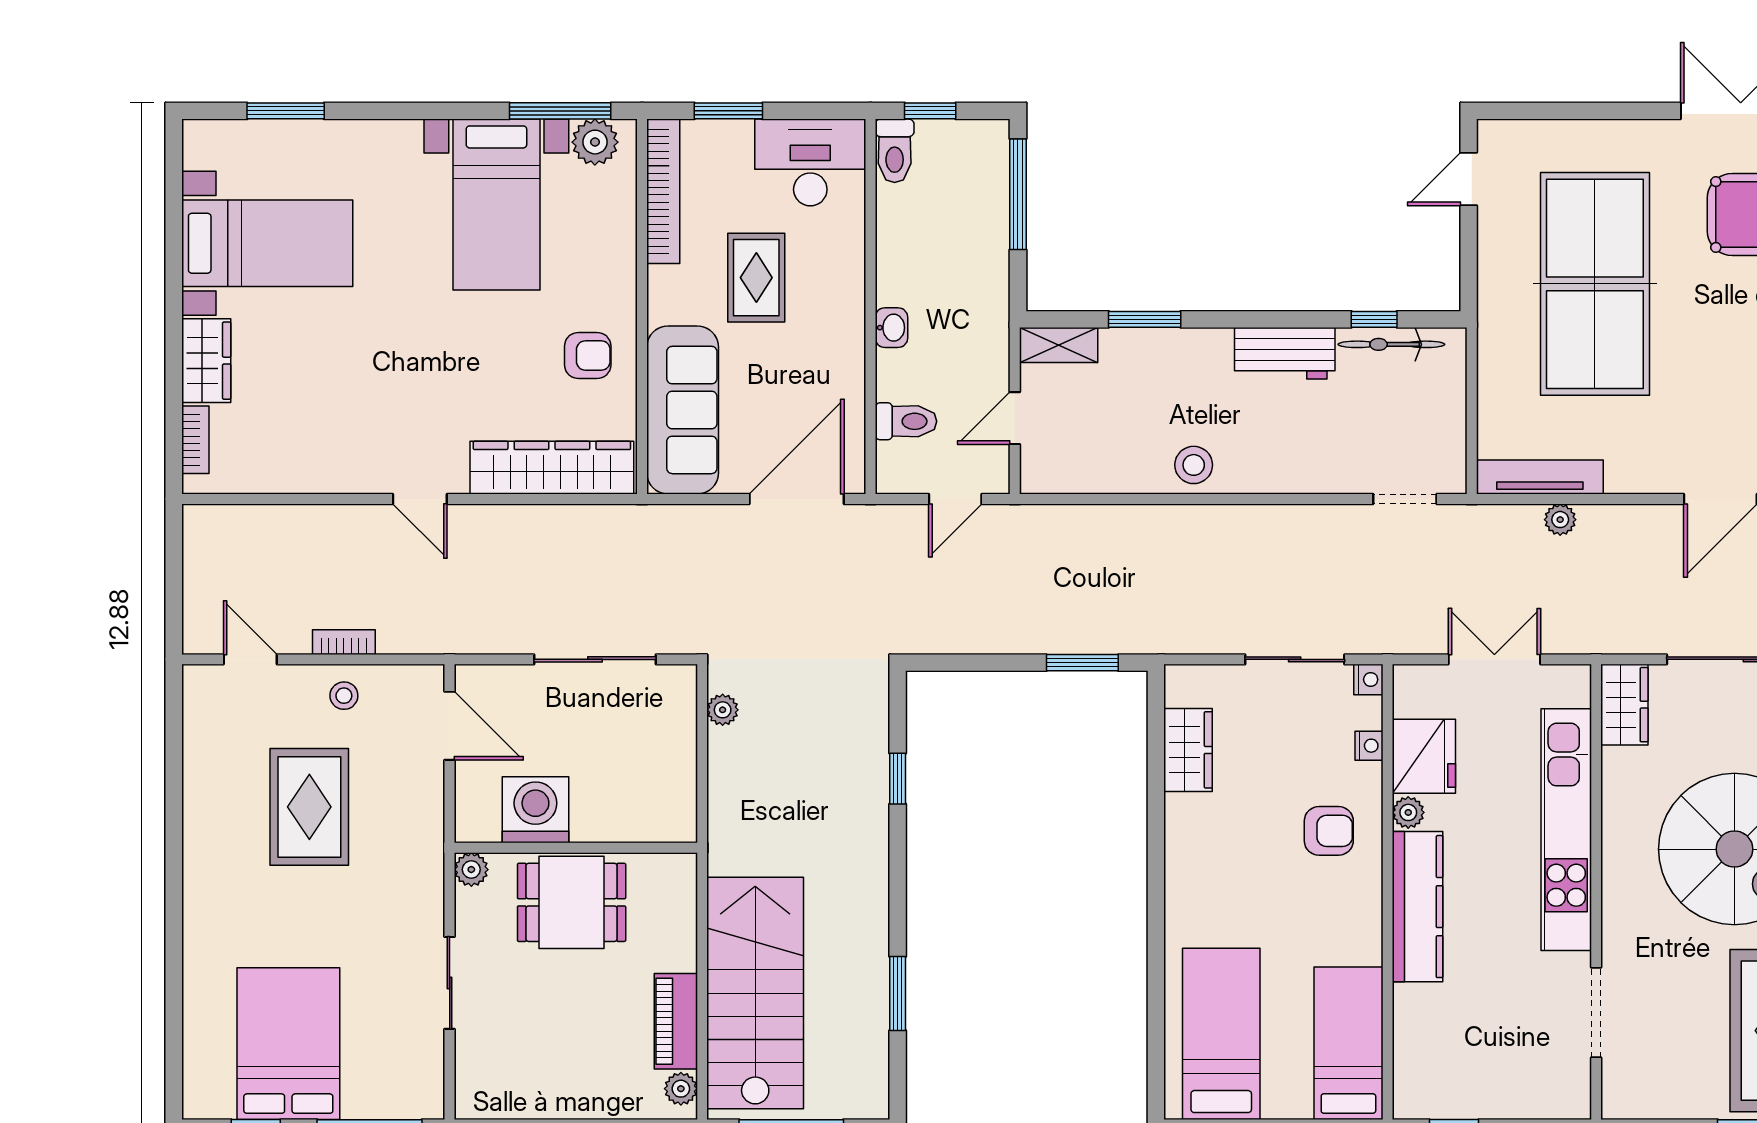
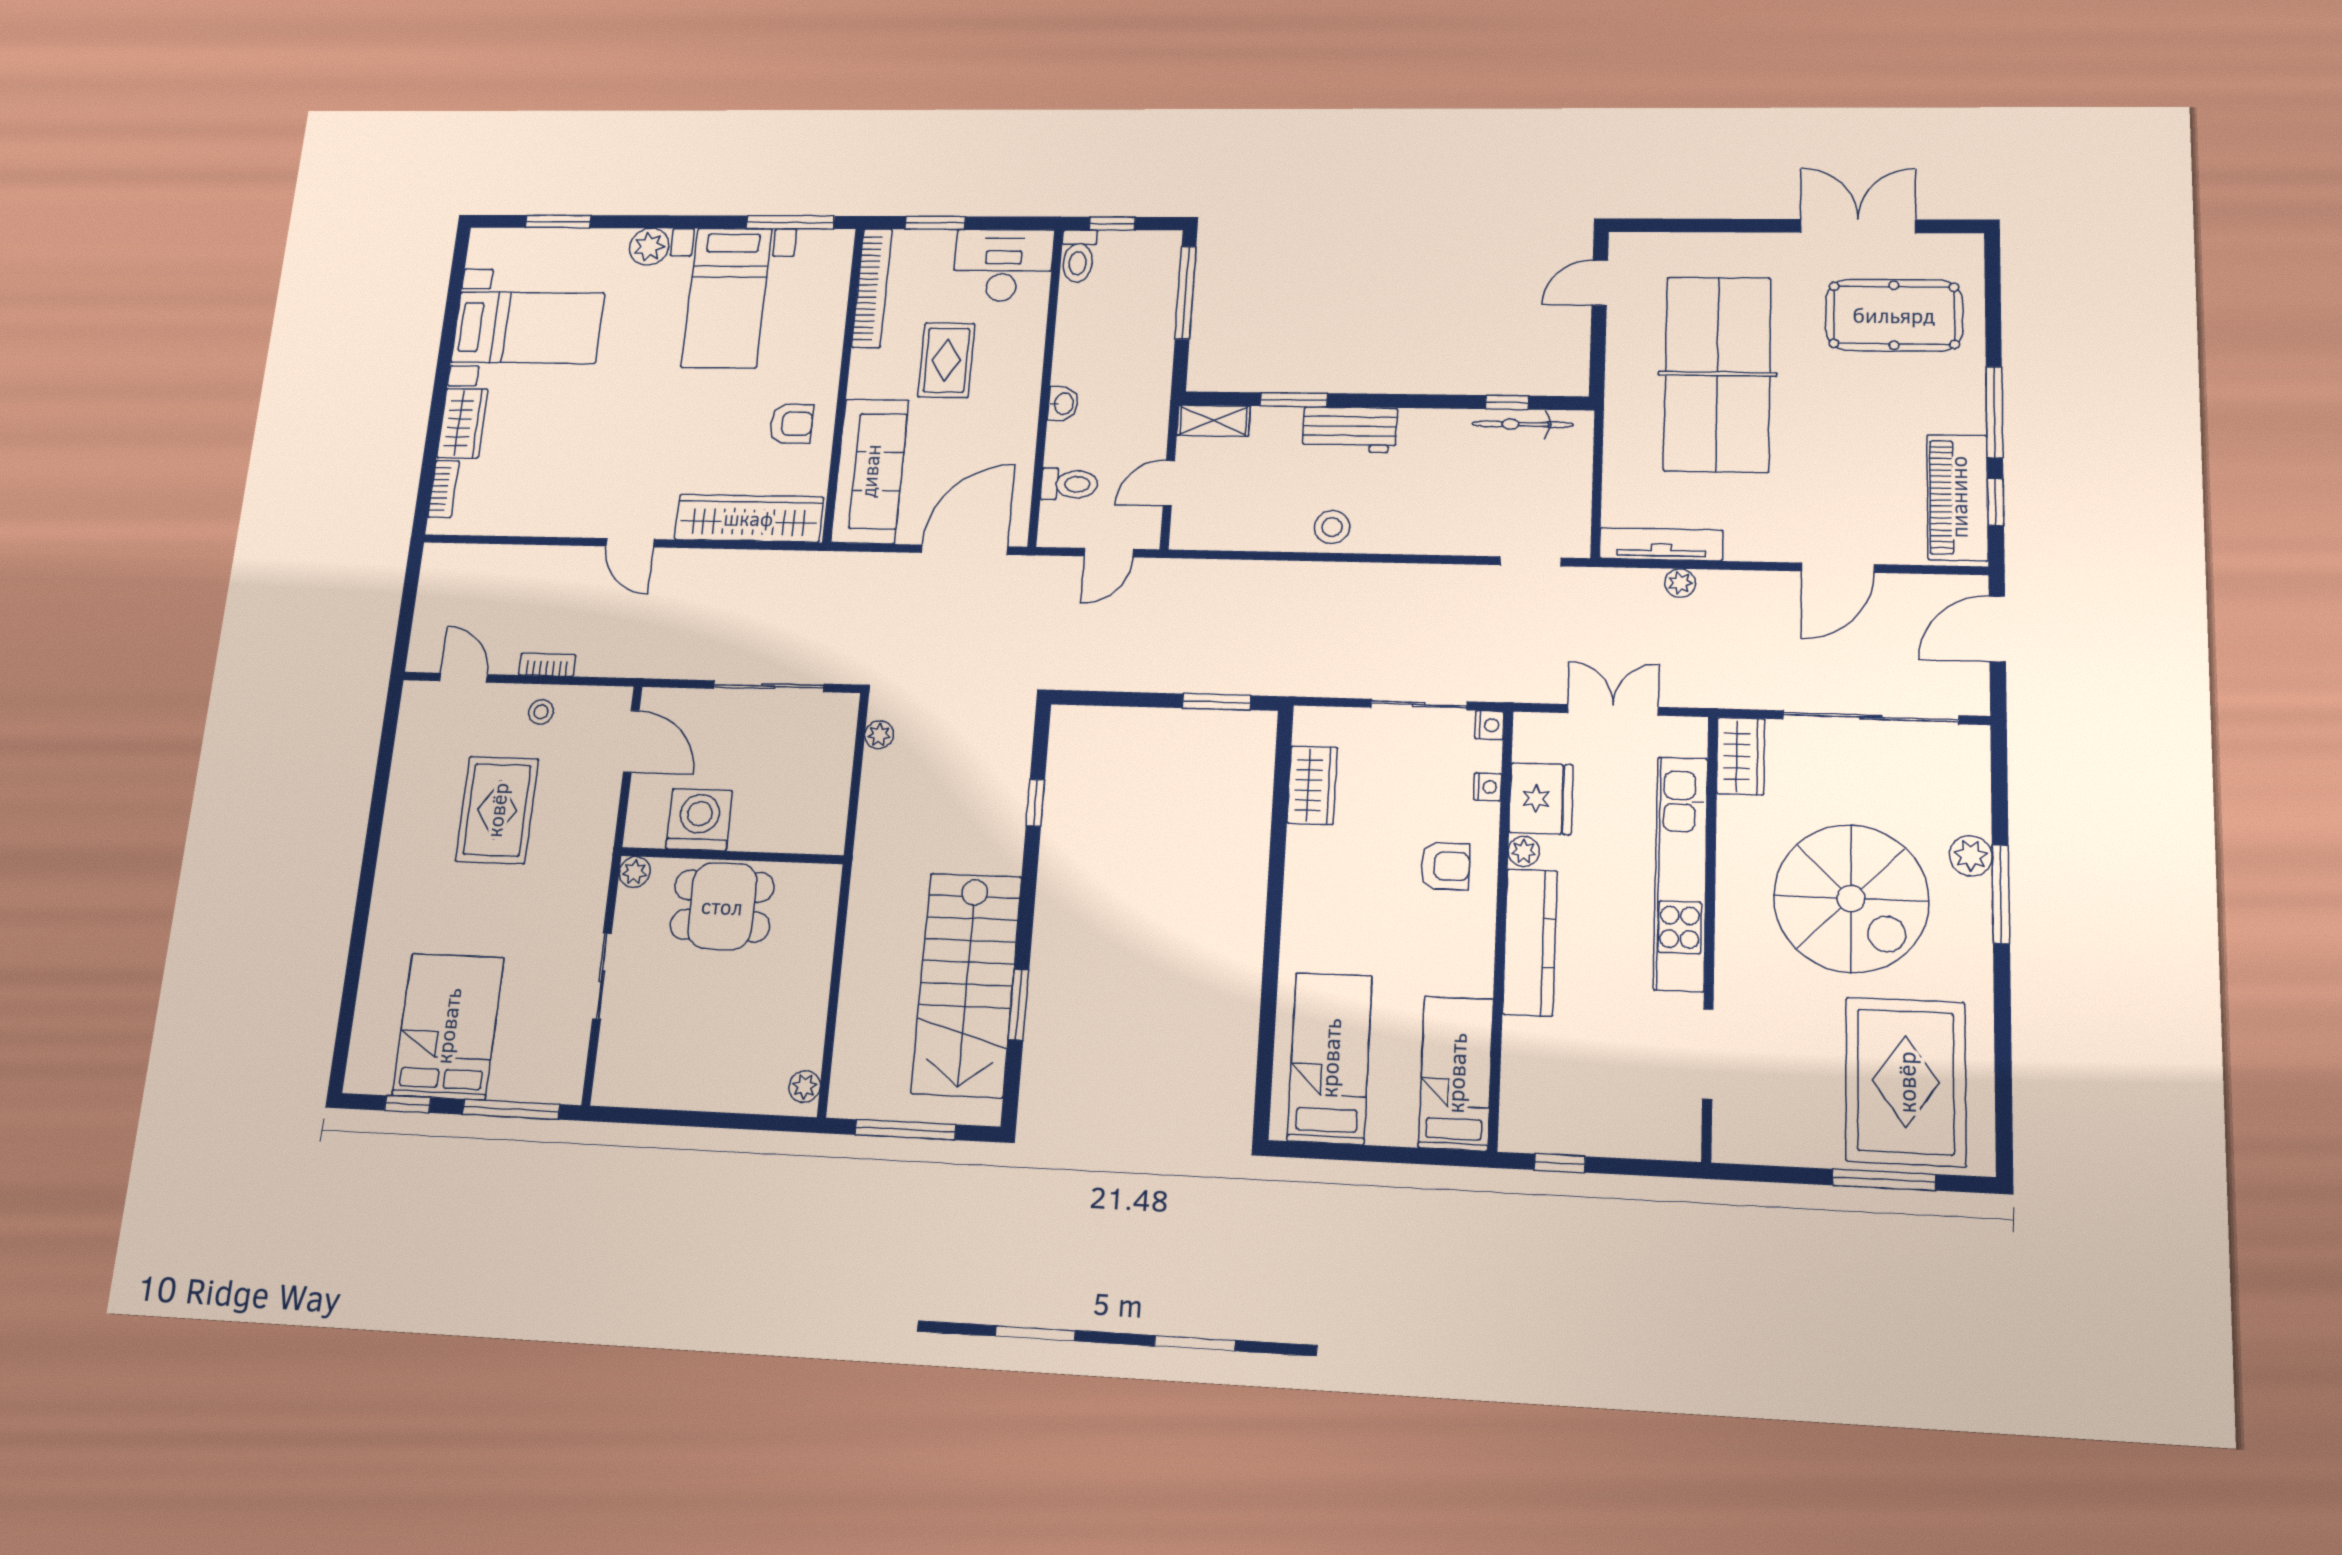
plant: (595, 142) -> (649, 247), moved
workbench: (1285, 353) -> (1350, 430), moved
stairs: (755, 993) -> (967, 984), moved, turned 180
piano: (676, 1021) -> (807, 1022), removed

